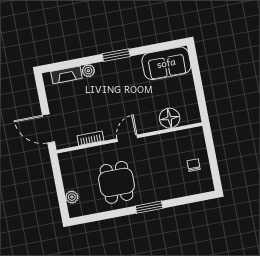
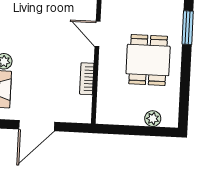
door: (48, 128) -> (37, 126), moved
dining table: (116, 182) -> (148, 60), turned 90

